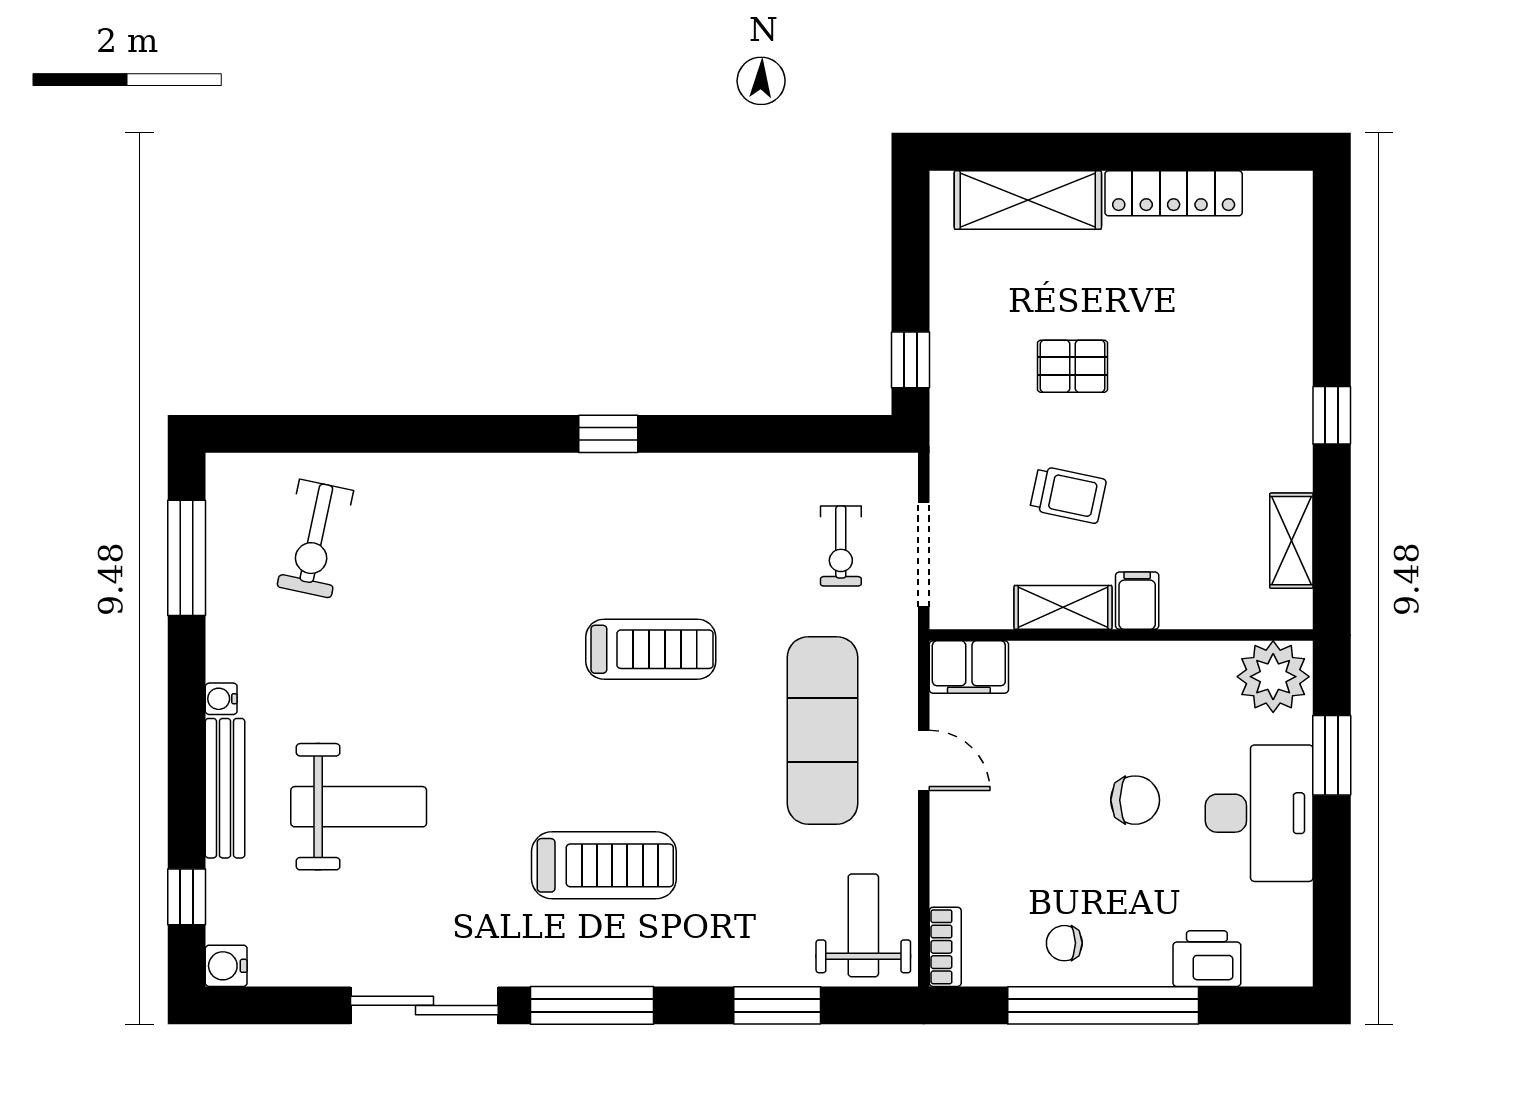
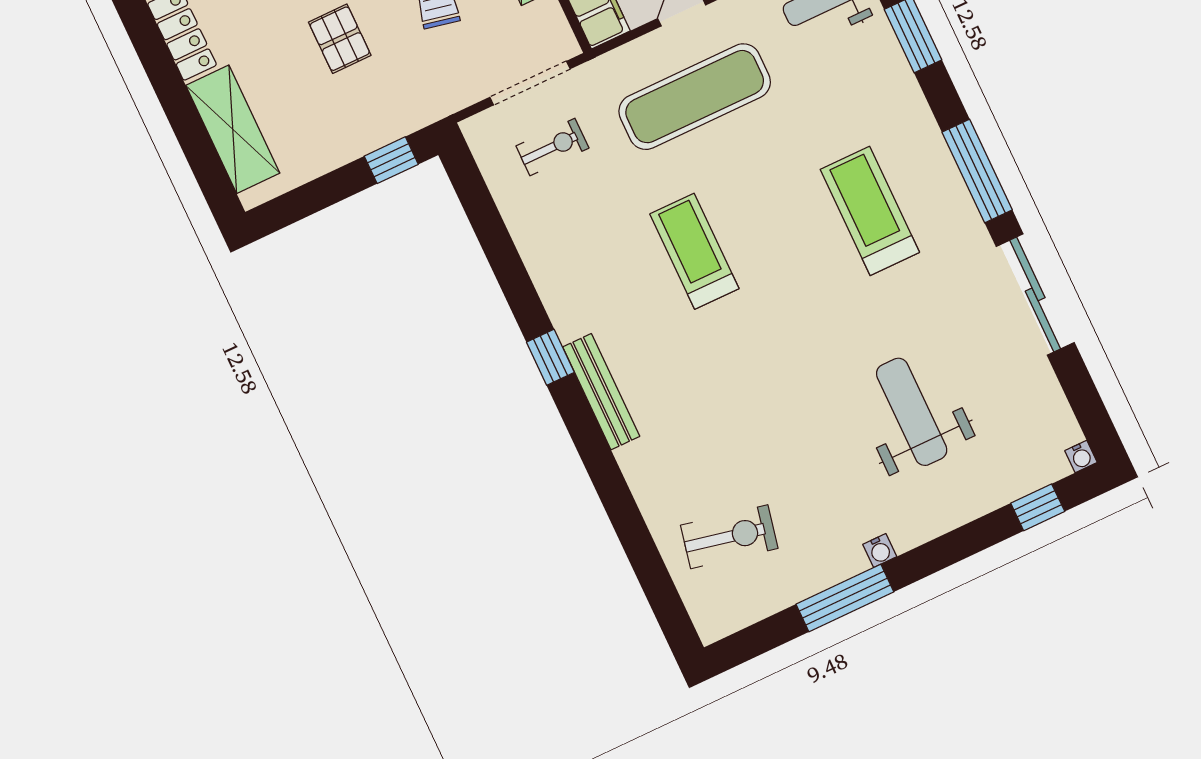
window: (187, 558) -> (845, 598), moved
bench: (225, 788) -> (601, 392), moved, turned 90
water cooler: (226, 966) -> (1081, 456), width x0.72, depth x0.72

